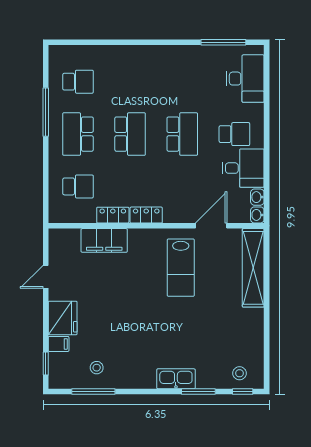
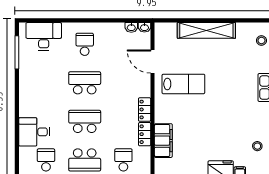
desk: (243, 168) -> (34, 132), moved, turned -90
shelving: (253, 268) -> (206, 30), moved

